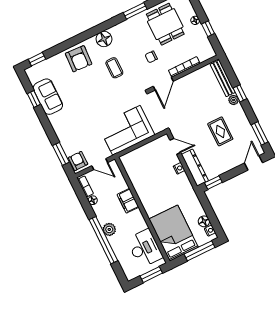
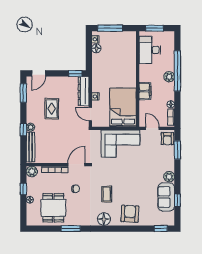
plant: (208, 52) -> (32, 172), added
plant: (56, 120) -> (169, 177), added
bed: (174, 233) -> (123, 107), moved, turned 180

